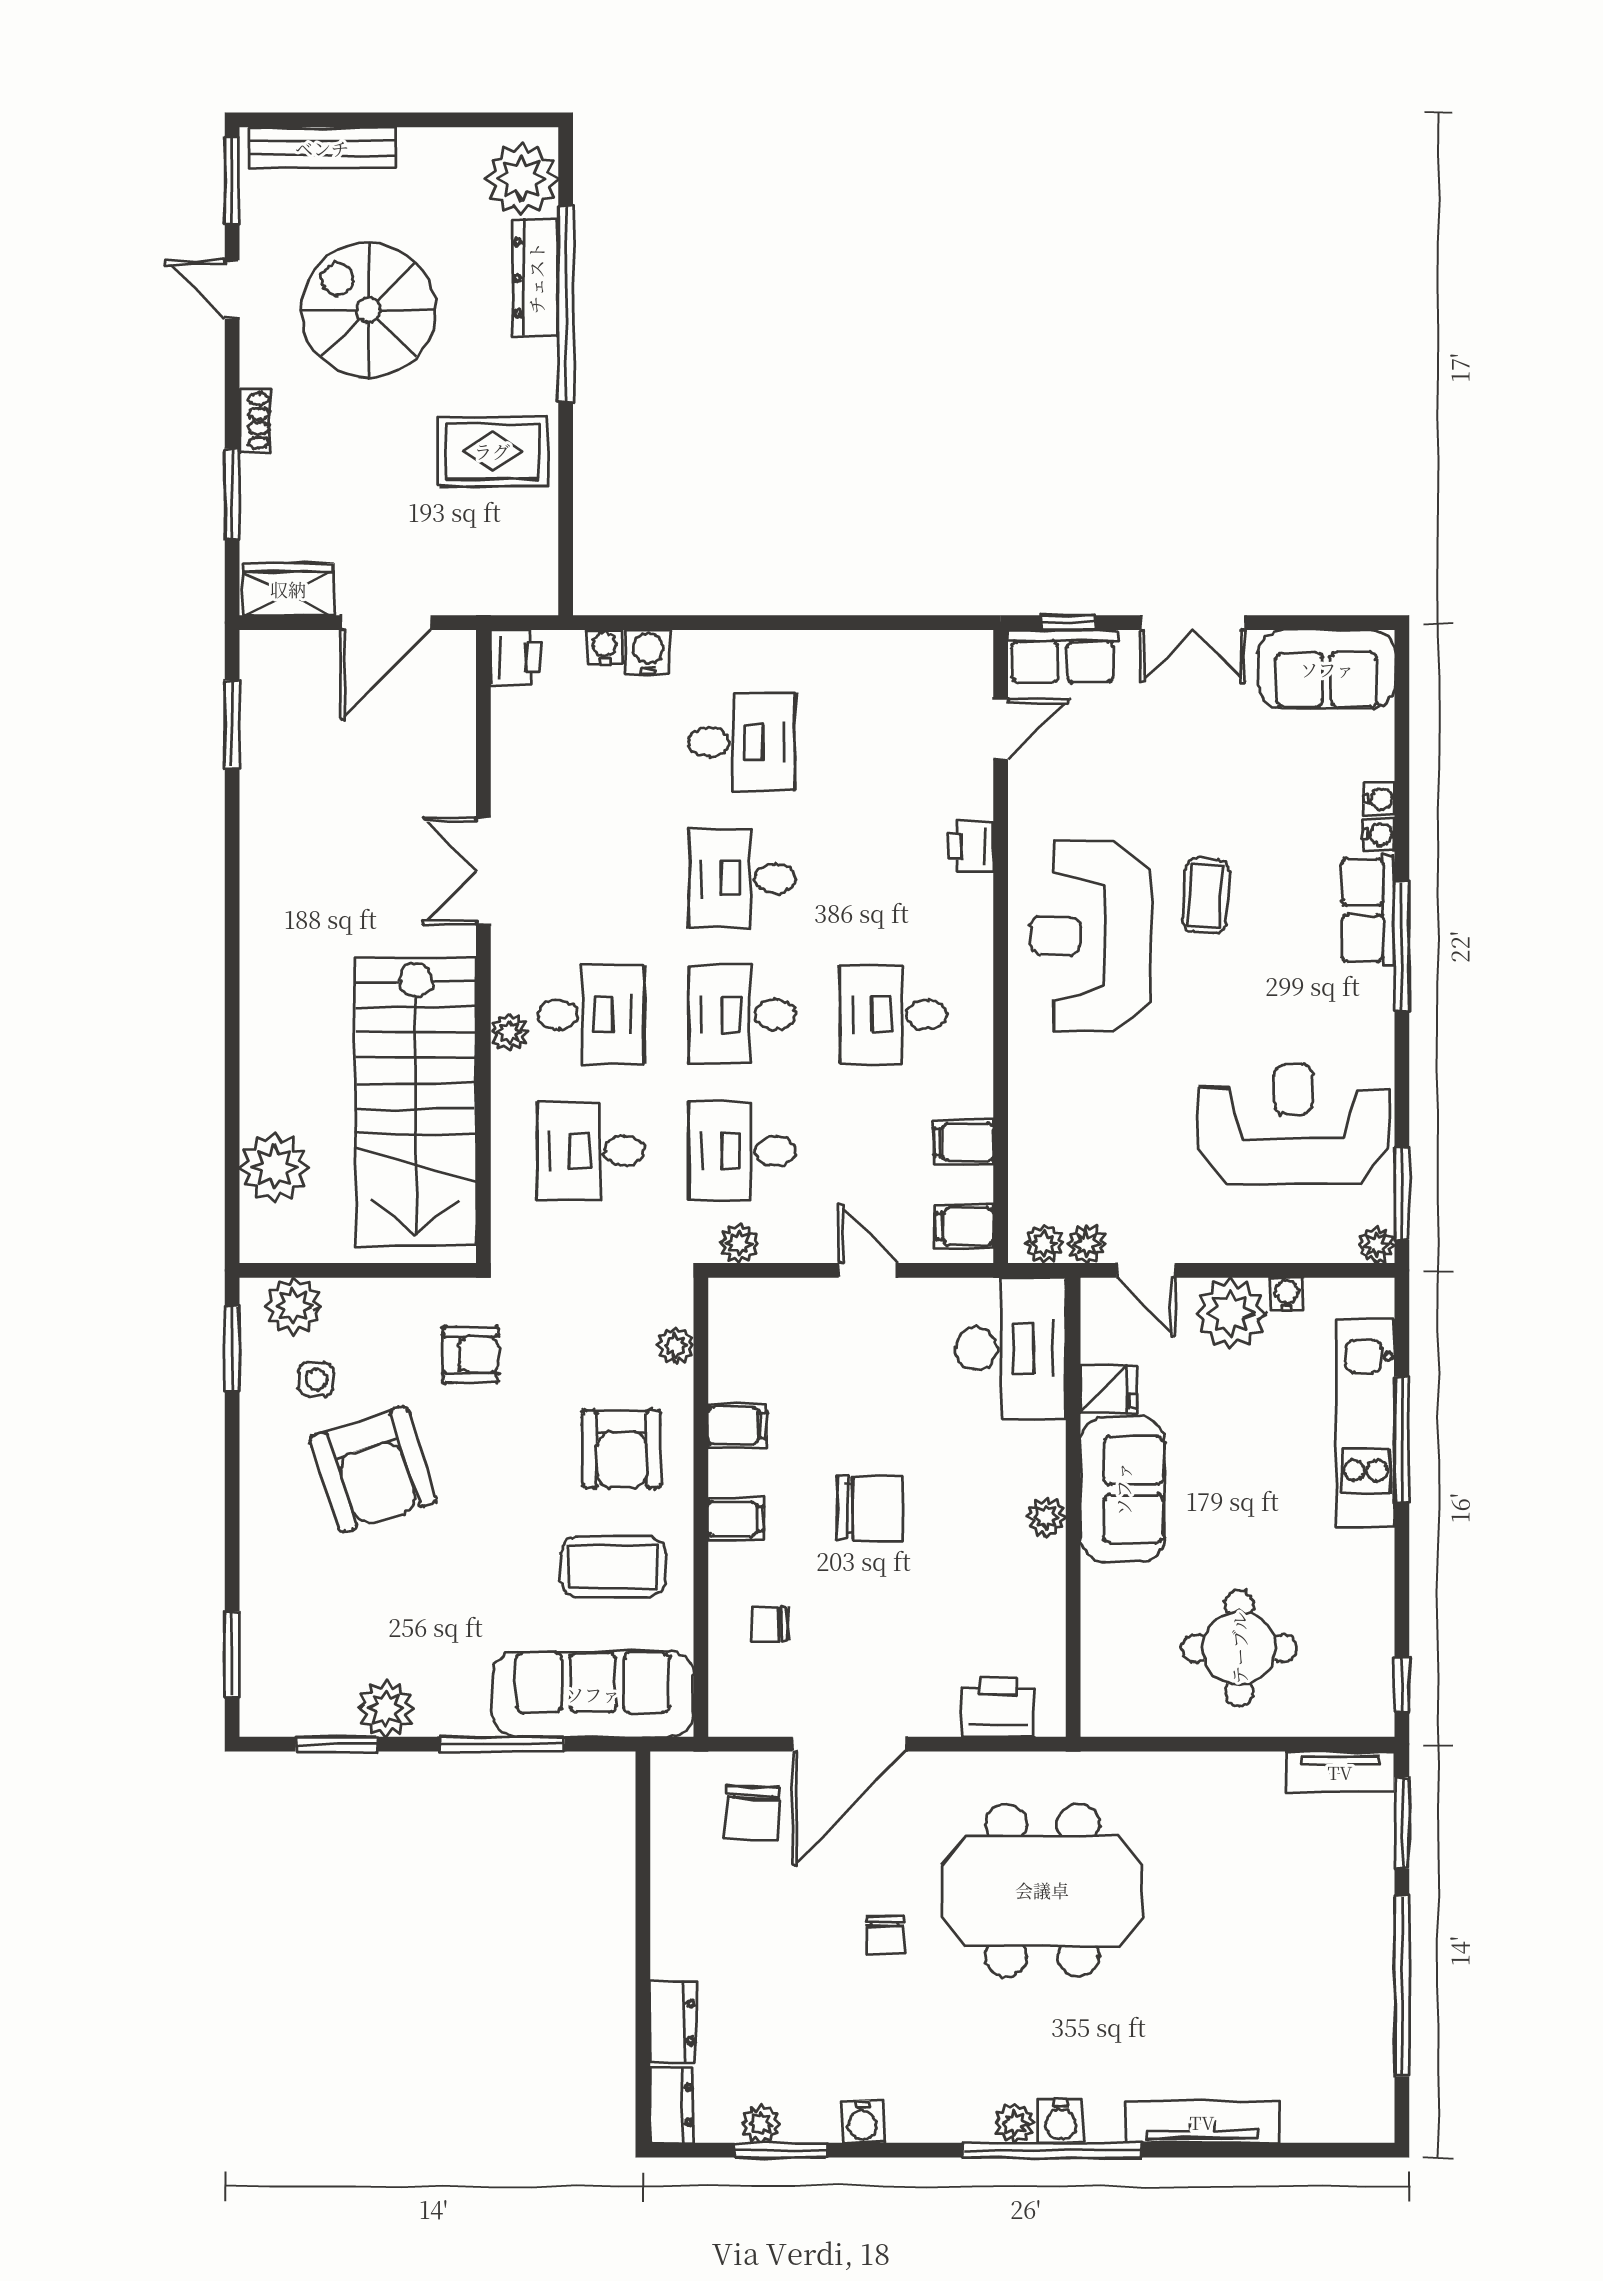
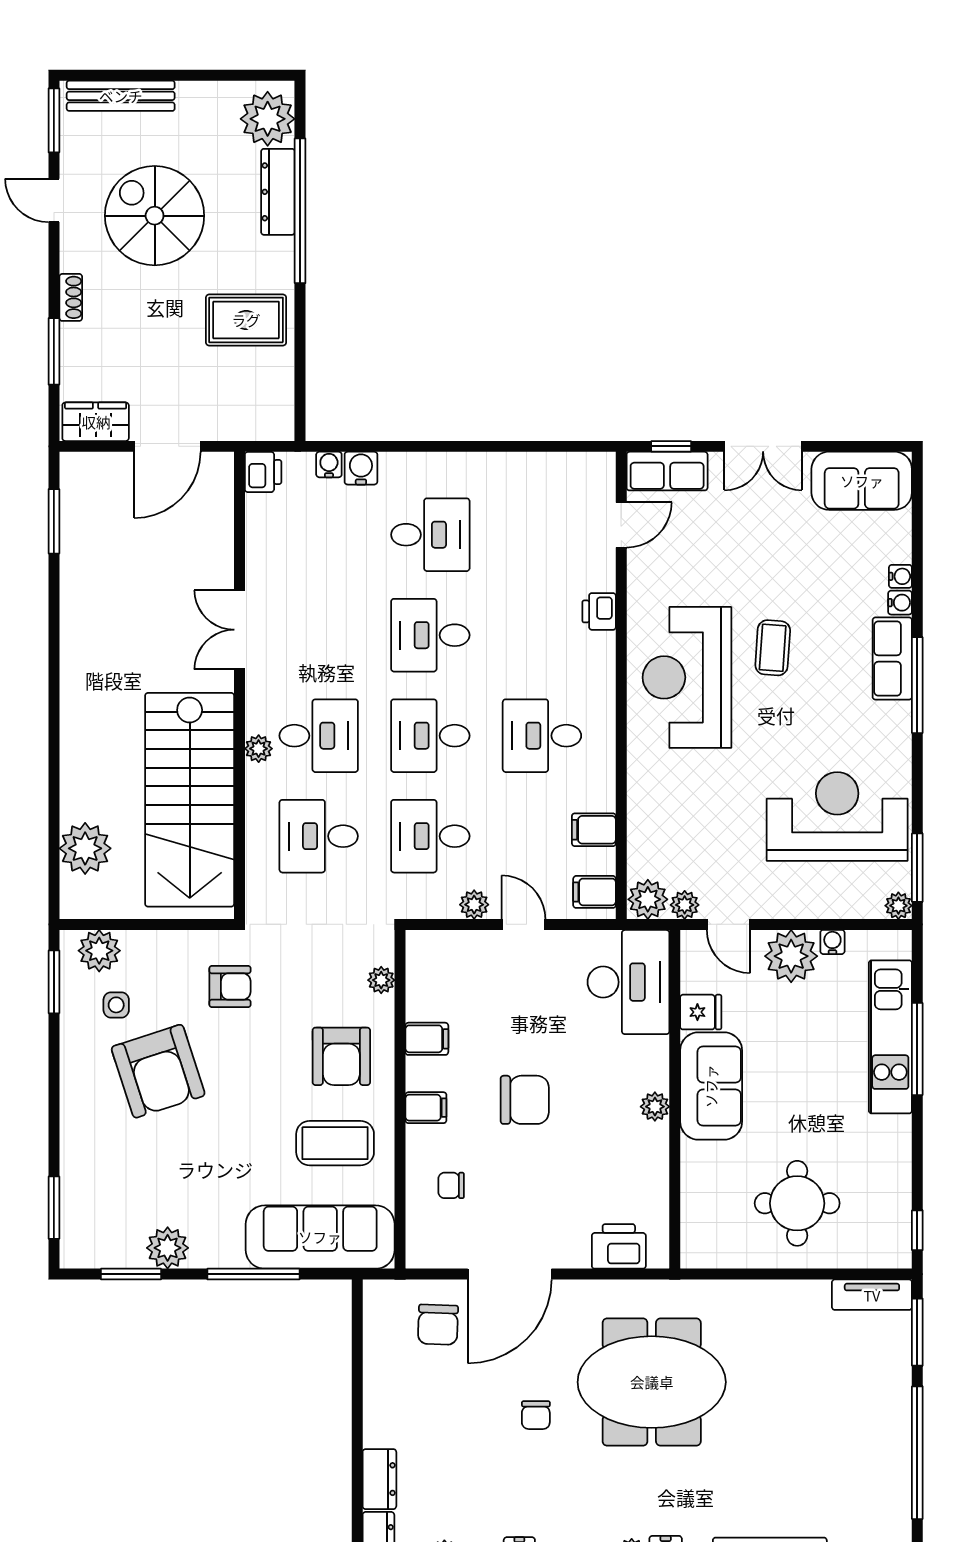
plant: (739, 1244) -> (474, 905), moved
plant: (1044, 1244) -> (648, 899), width x1.38, depth x1.38

